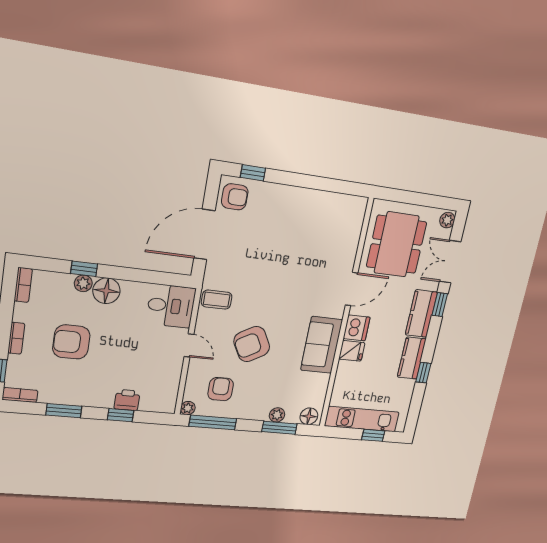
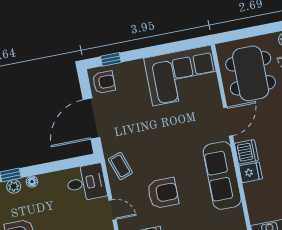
corner sofa: (324, 221) -> (182, 76), added
floor lamp: (106, 291) -> (32, 182), width x0.53, depth x0.53
coffee table: (217, 300) -> (120, 166), turned 71
armchair: (252, 344) -> (163, 193), turned -151
sofa: (322, 345) -> (222, 176), width x1.36

